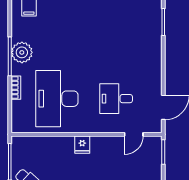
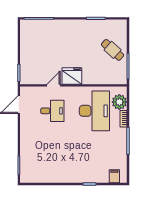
plant: (22, 52) -> (119, 102), moved
door: (134, 134) -> (53, 85), moved
fridge: (82, 145) -> (72, 76), width x1.88, depth x1.34

